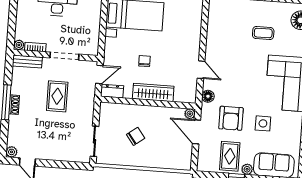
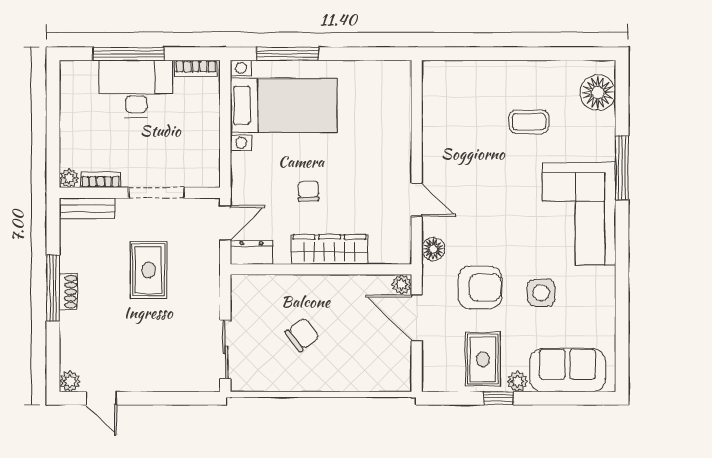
armchair: (231, 118) -> (480, 287), turned -90

